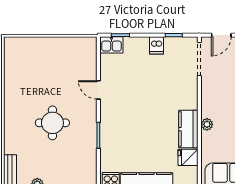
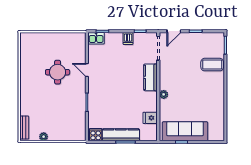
round table: (52, 123) -> (58, 72), moved
kitchen counter: (188, 129) -> (150, 77), moved

